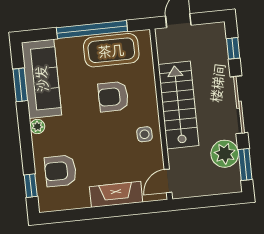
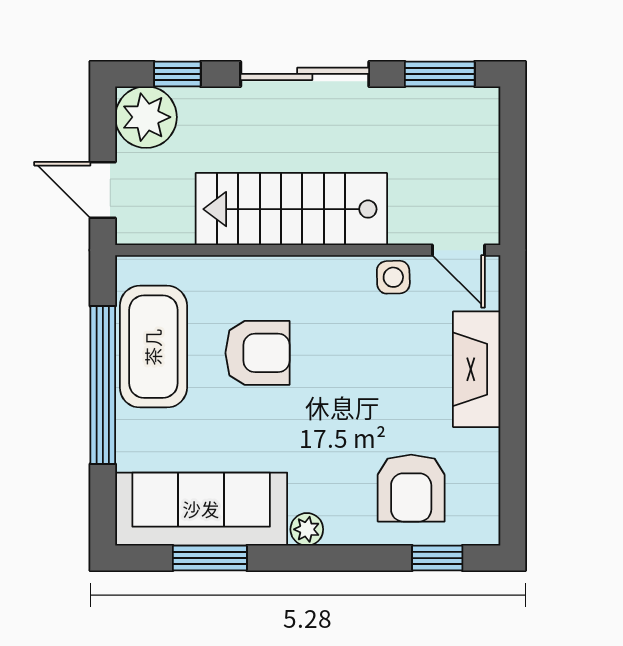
armchair: (113, 97) -> (258, 353), turned -90
side table: (145, 134) -> (393, 277), moved
plant: (225, 154) -> (146, 117), moved

